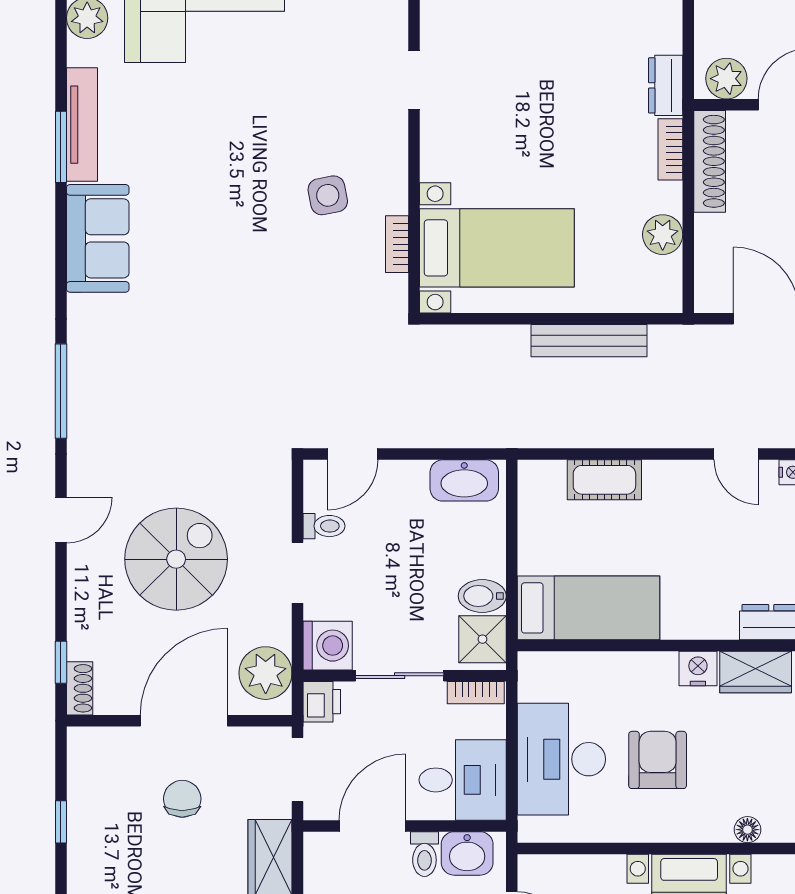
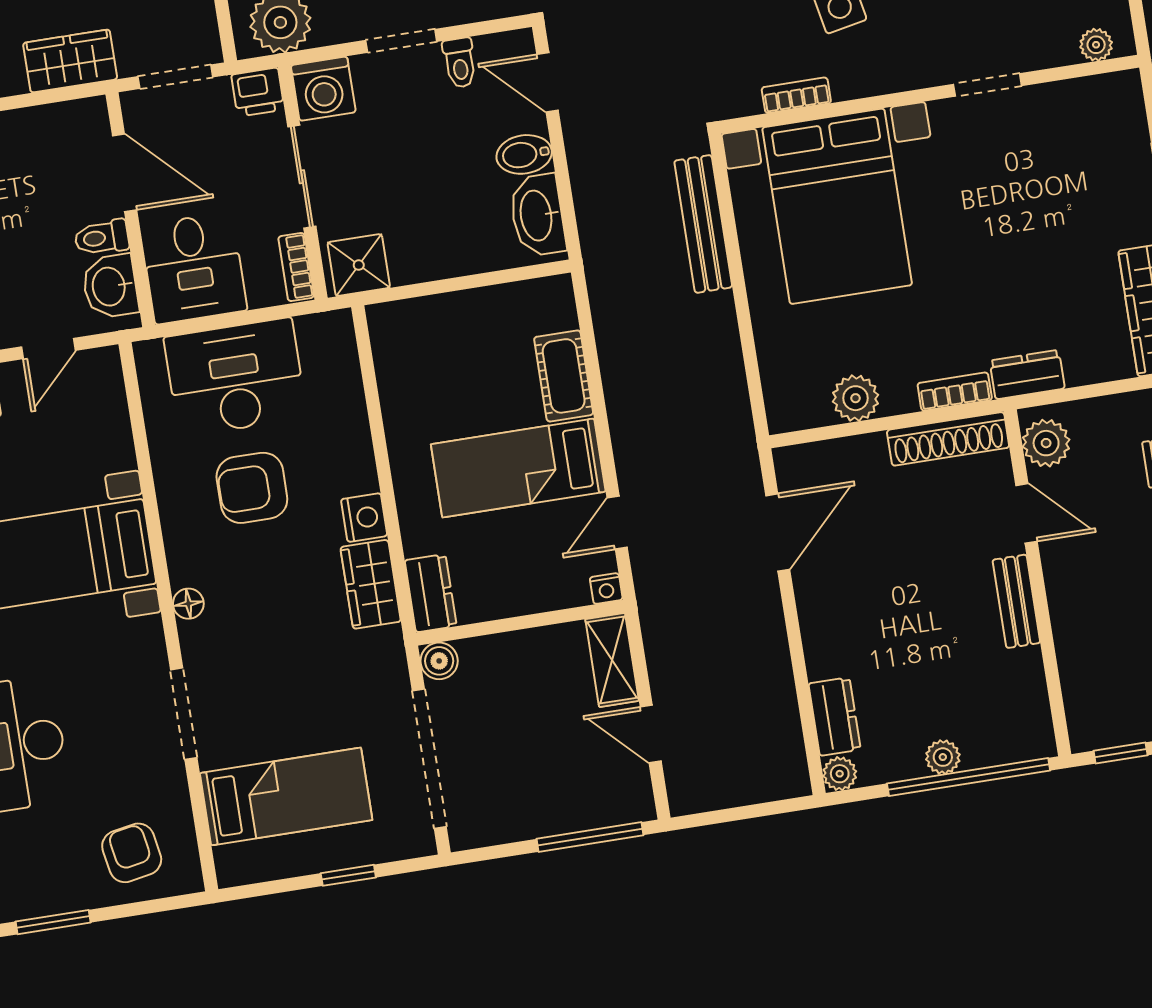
bed with nightstands: (497, 248) -> (837, 206), width x1.36
bench: (589, 341) -> (703, 224), moved
bidet: (482, 596) -> (524, 154), moved, turned -90
bed: (589, 608) -> (518, 468), moved, turned 90
armchair: (658, 760) -> (252, 488), turned 180

